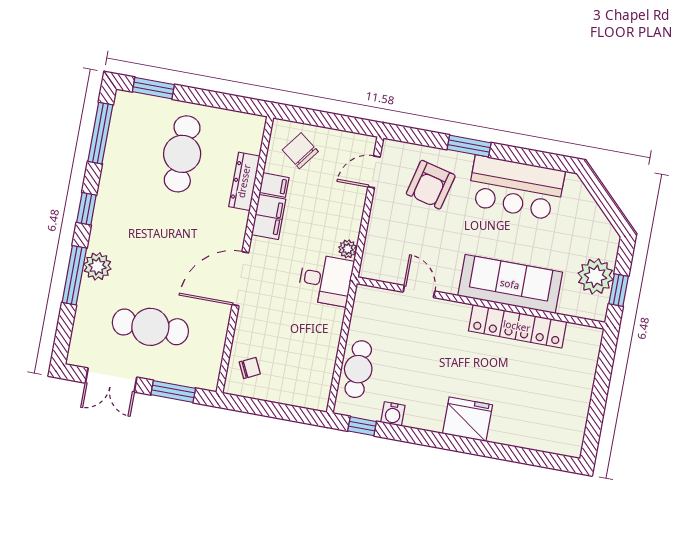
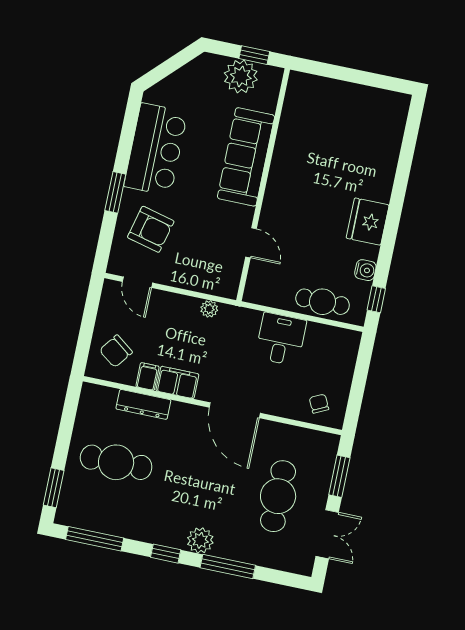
plant: (97, 266) -> (200, 540), moved
desk: (326, 280) -> (281, 339), moved
door: (419, 292) -> (251, 243), swing flipped
locker: (517, 326) -> (286, 151), removed
fridge: (467, 419) -> (368, 222), moved

